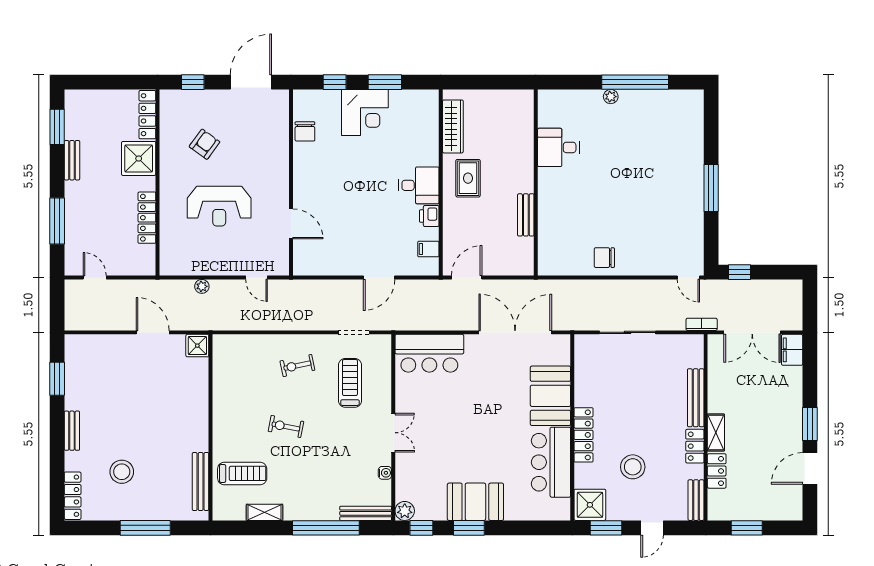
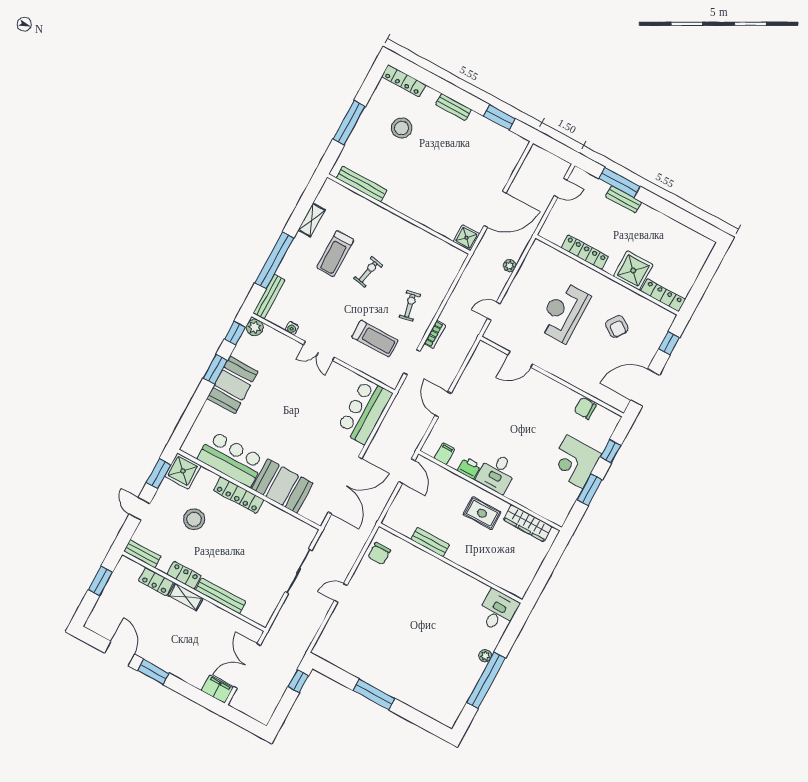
door: (251, 82) -> (645, 388), swing flipped
window: (57, 127) -> (691, 221), removed
desk: (558, 147) -> (498, 611), moved
bench: (72, 160) -> (623, 199), moved
chair: (604, 258) -> (379, 554), moved, turned 180
door: (688, 278) -> (341, 593), moved
bookcase: (702, 324) -> (435, 335), moved
door: (153, 332) -> (495, 209), width x1.36
treadmill: (242, 473) -> (335, 254), moved

